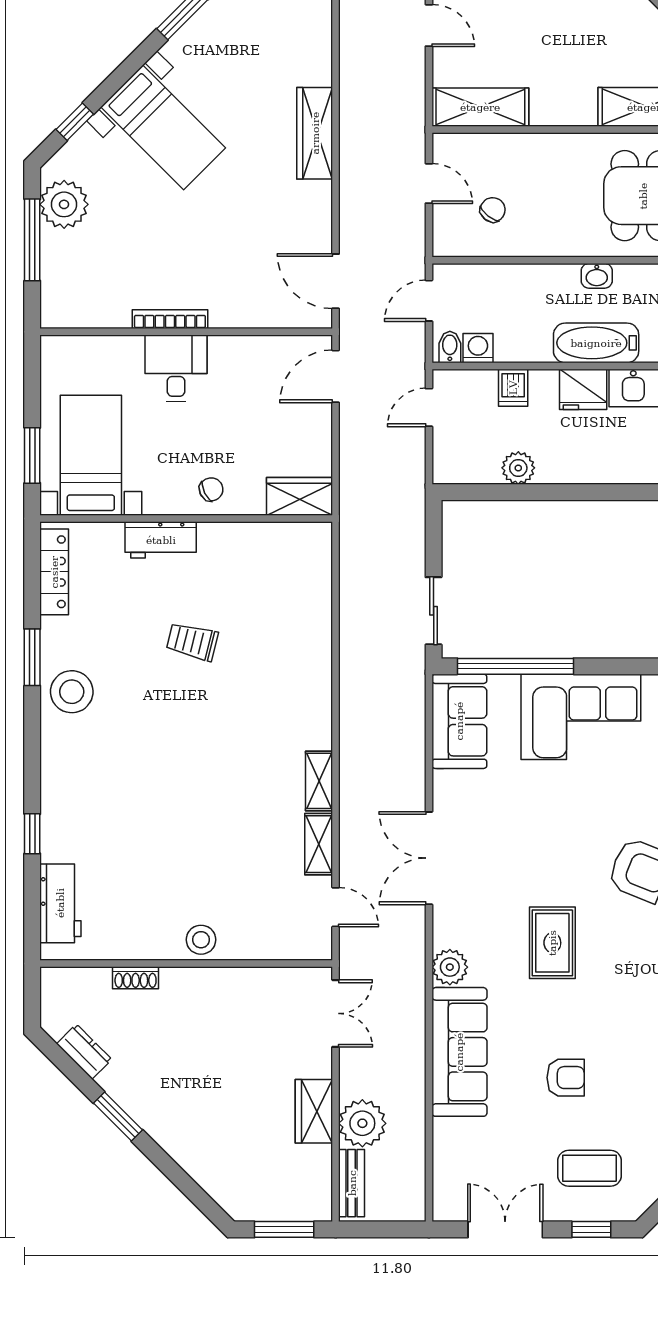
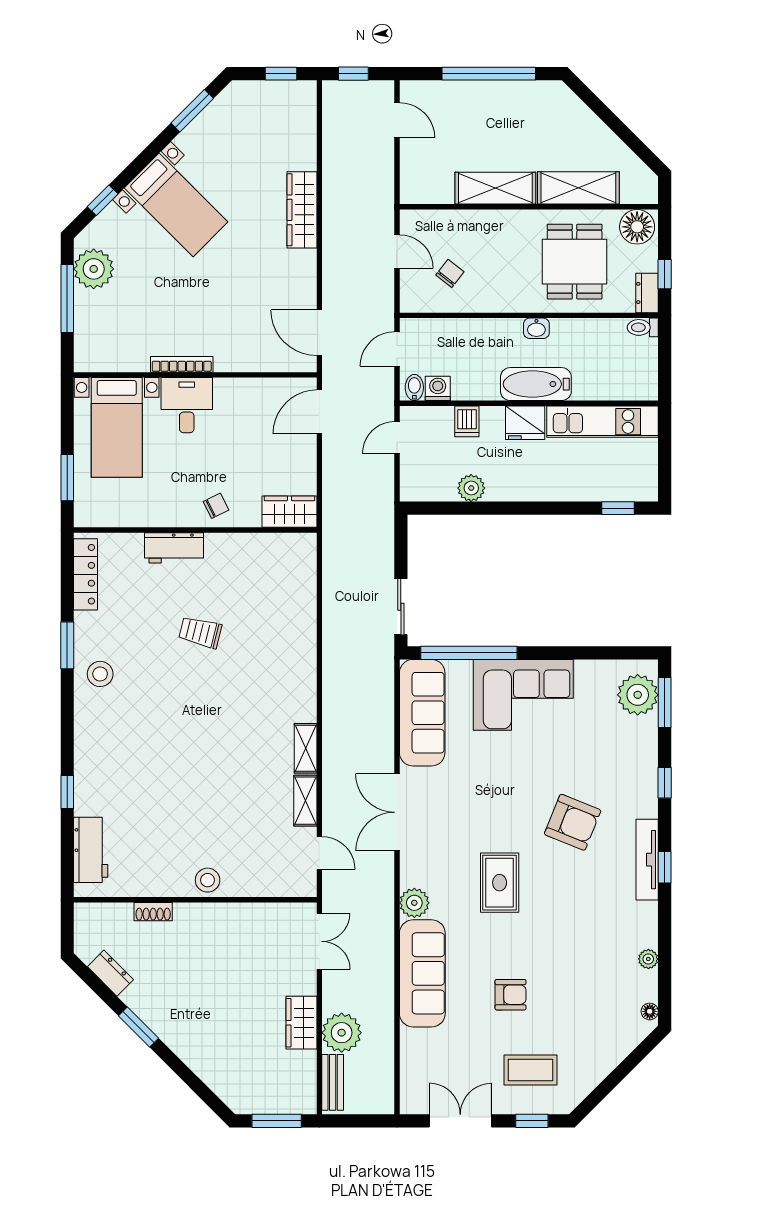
shelving: (480, 107) -> (495, 188), moved
bed with nightstands: (91, 455) -> (117, 427), moved, turned 180
stool: (72, 692) -> (100, 674), width x0.73, depth x0.73
sofa: (459, 721) -> (422, 713), width x1.36

